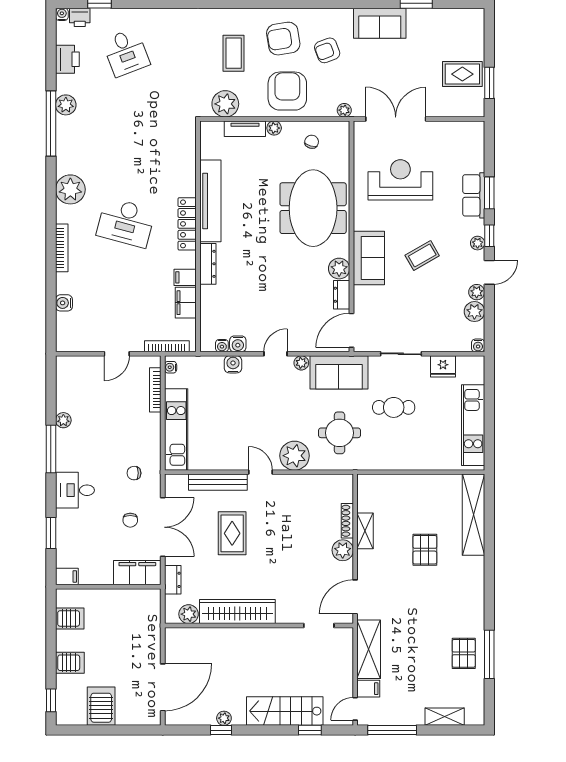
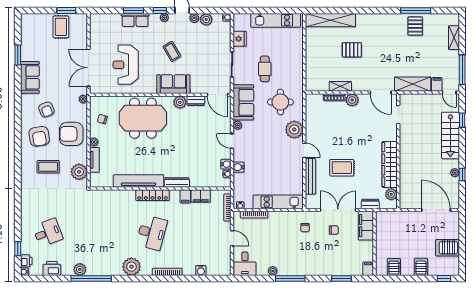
door: (261, 472) -> (304, 150), swing flipped
desk: (75, 490) -> (245, 264), moved
pallet: (464, 653) -> (415, 26), turned 90

